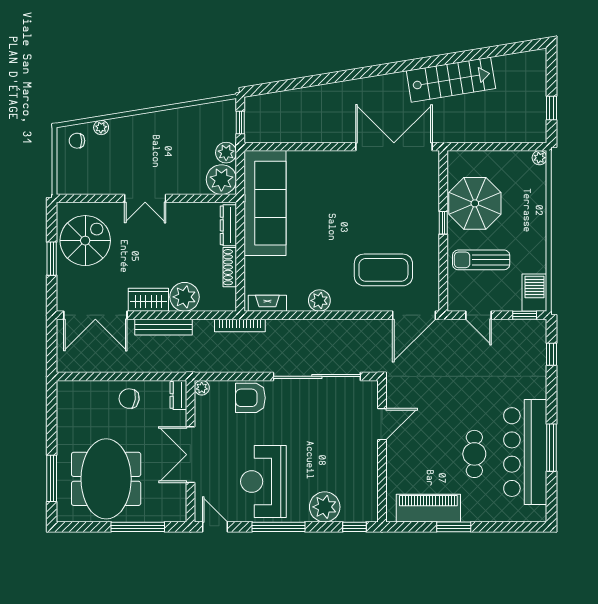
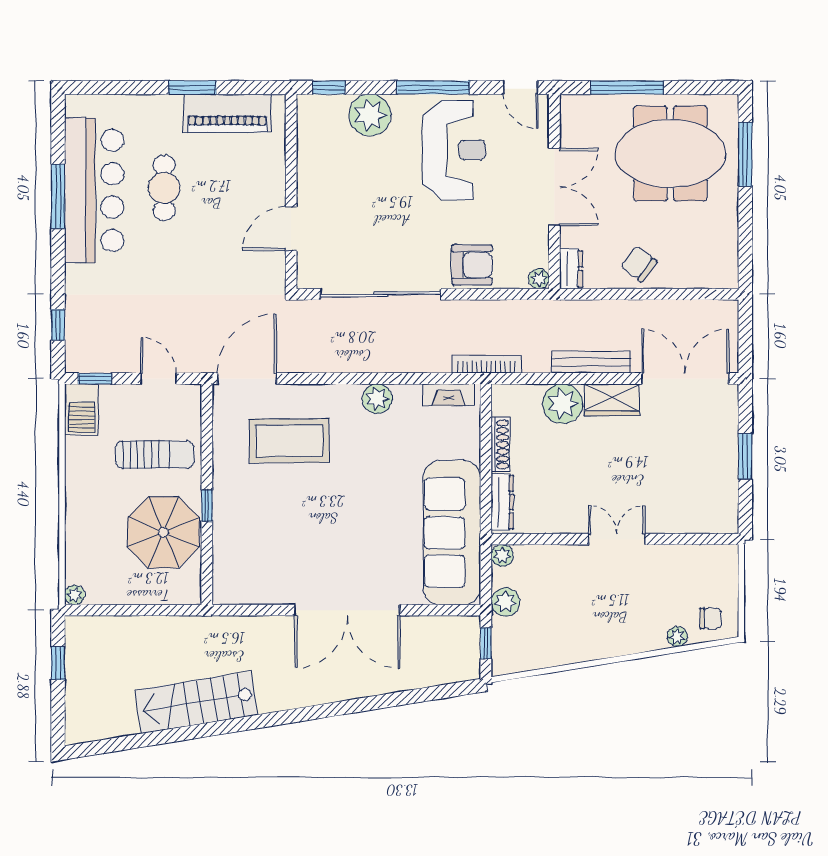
double door: (394, 147) -> (347, 610), moved
plant: (221, 180) -> (502, 555), width x0.53, depth x0.53
spiral stairs: (85, 241) -> (699, 481), removed
chair: (129, 399) -> (639, 264), turned -151
meeting table: (106, 479) -> (670, 153), turned 90

